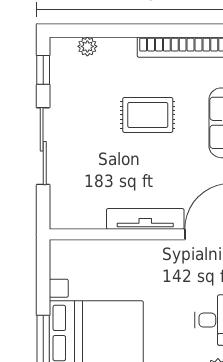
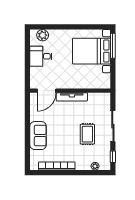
rug: (148, 115) -> (87, 134), moved, turned 90

